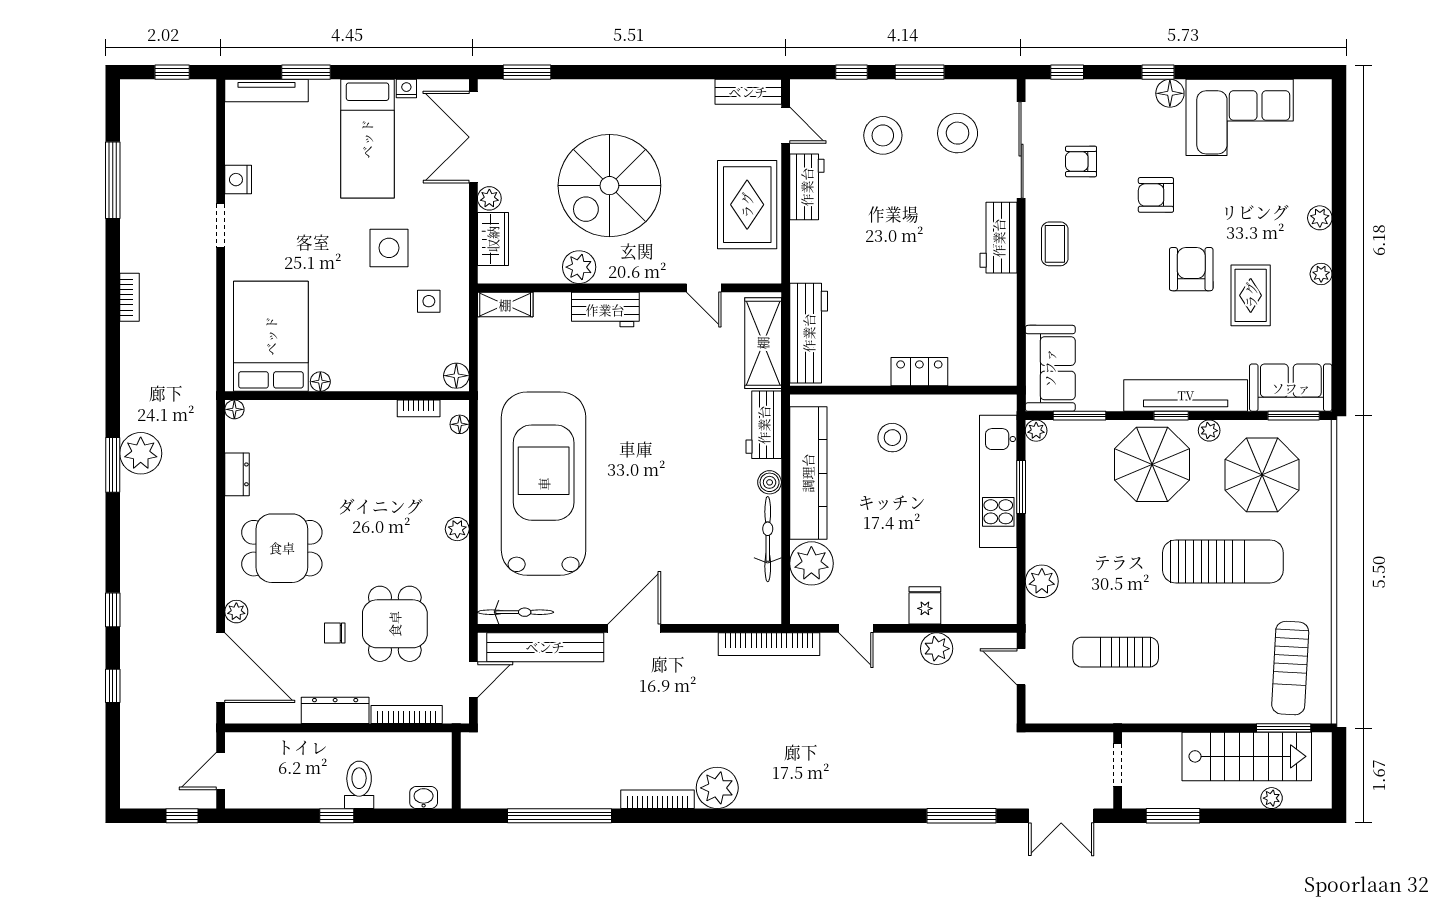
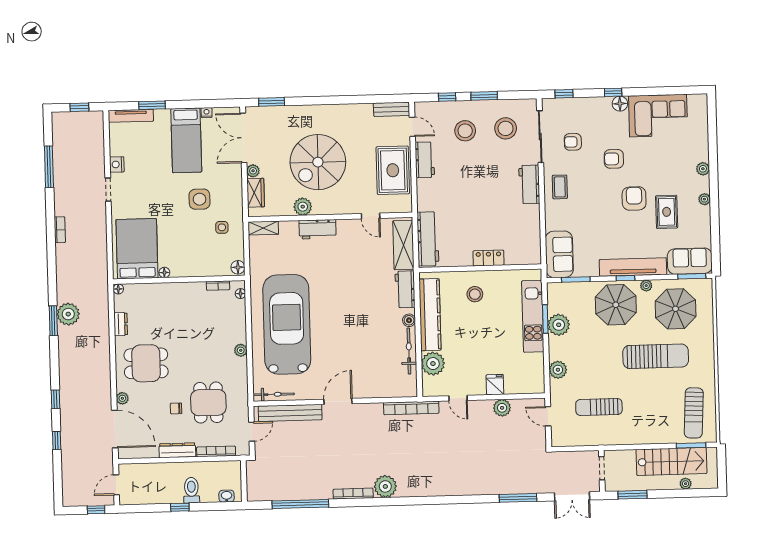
plant: (1036, 431) -> (559, 325), moved, width x1.87, depth x1.87

